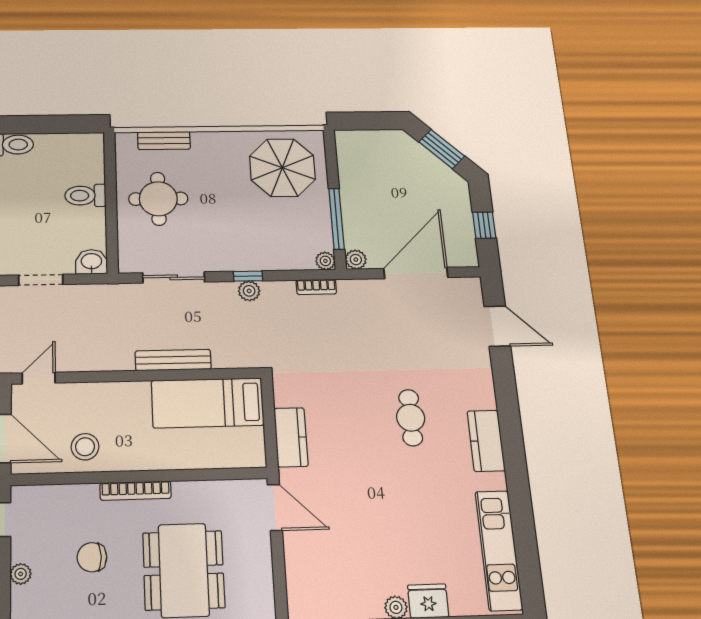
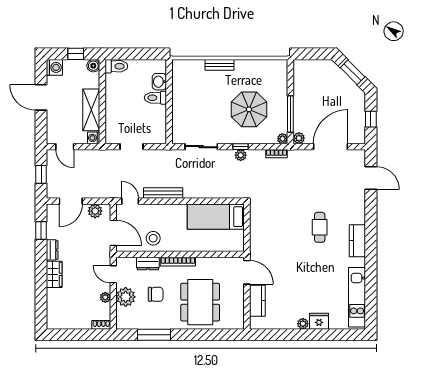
bench: (164, 141) -> (220, 65), moved
parasol: (282, 168) -> (249, 109), moved
round table: (158, 199) -> (195, 100), removed
washbasin: (91, 262) -> (159, 82), moved, turned -90
bench: (173, 360) -> (163, 193), moved
door: (39, 378) -> (130, 201), hinge flipped
kitchen counter: (291, 437) -> (257, 301), moved
dresser: (75, 496) -> (148, 263), added
chair: (92, 557) -> (156, 294), turned 180
plant: (21, 574) -> (126, 297), width x1.88, depth x1.88

